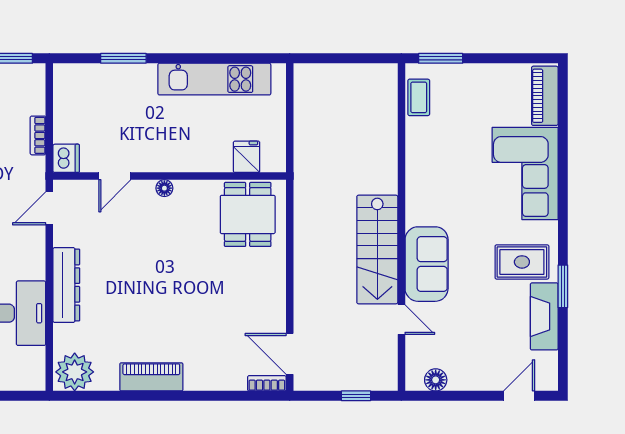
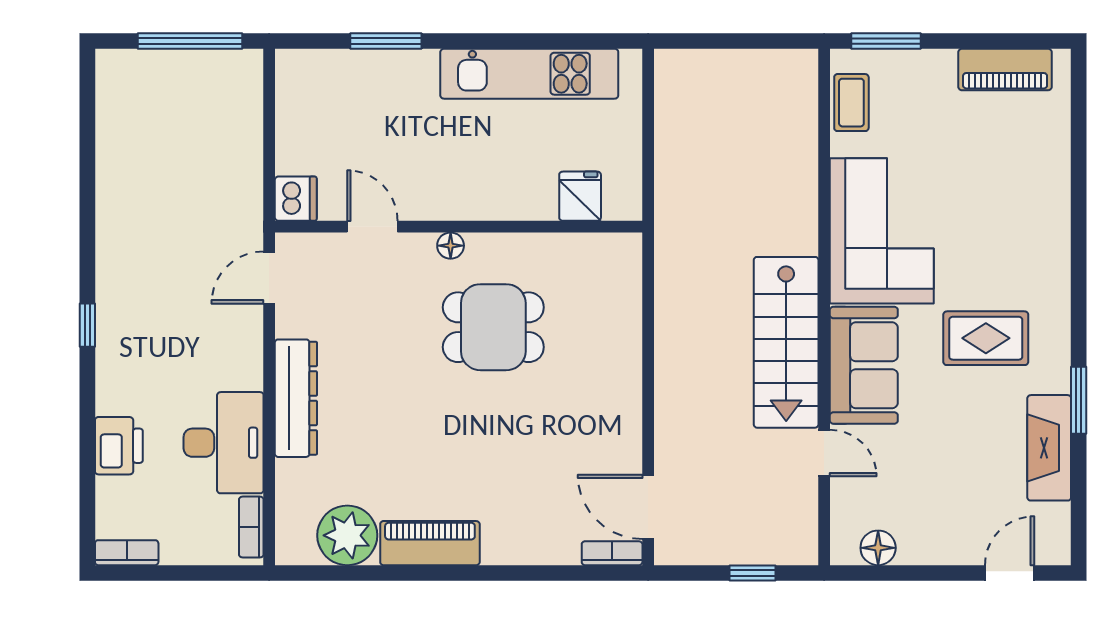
piano: (545, 96) -> (1005, 69), moved, turned -90
bookcase: (38, 135) -> (251, 527), moved
corner sofa: (525, 173) -> (882, 231), moved, turned 180
door: (115, 176) -> (372, 227), swing flipped
dining table: (248, 214) -> (493, 327), moved, turned 90
rug: (522, 262) -> (986, 338), moved
plant: (75, 372) -> (347, 535), moved

